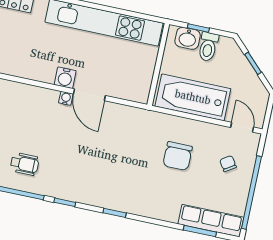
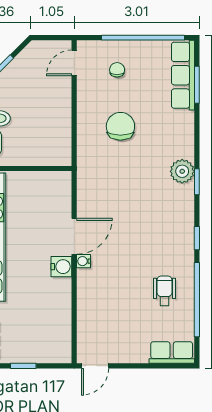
bathtub: (193, 97) -> (53, 123), removed
chair: (178, 156) -> (120, 126), turned -90
chair: (228, 164) -> (117, 70), turned 123
plant: (126, 202) -> (182, 171), added

